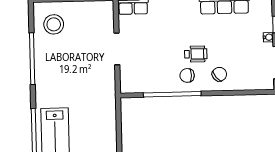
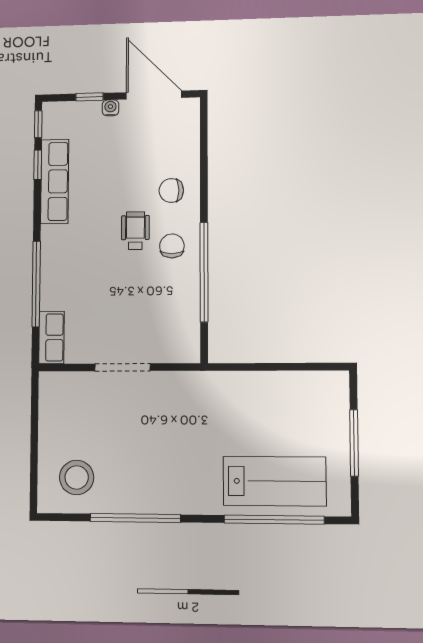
chair: (219, 74) -> (171, 191), turned -51
chair: (187, 75) -> (172, 246), turned 180

